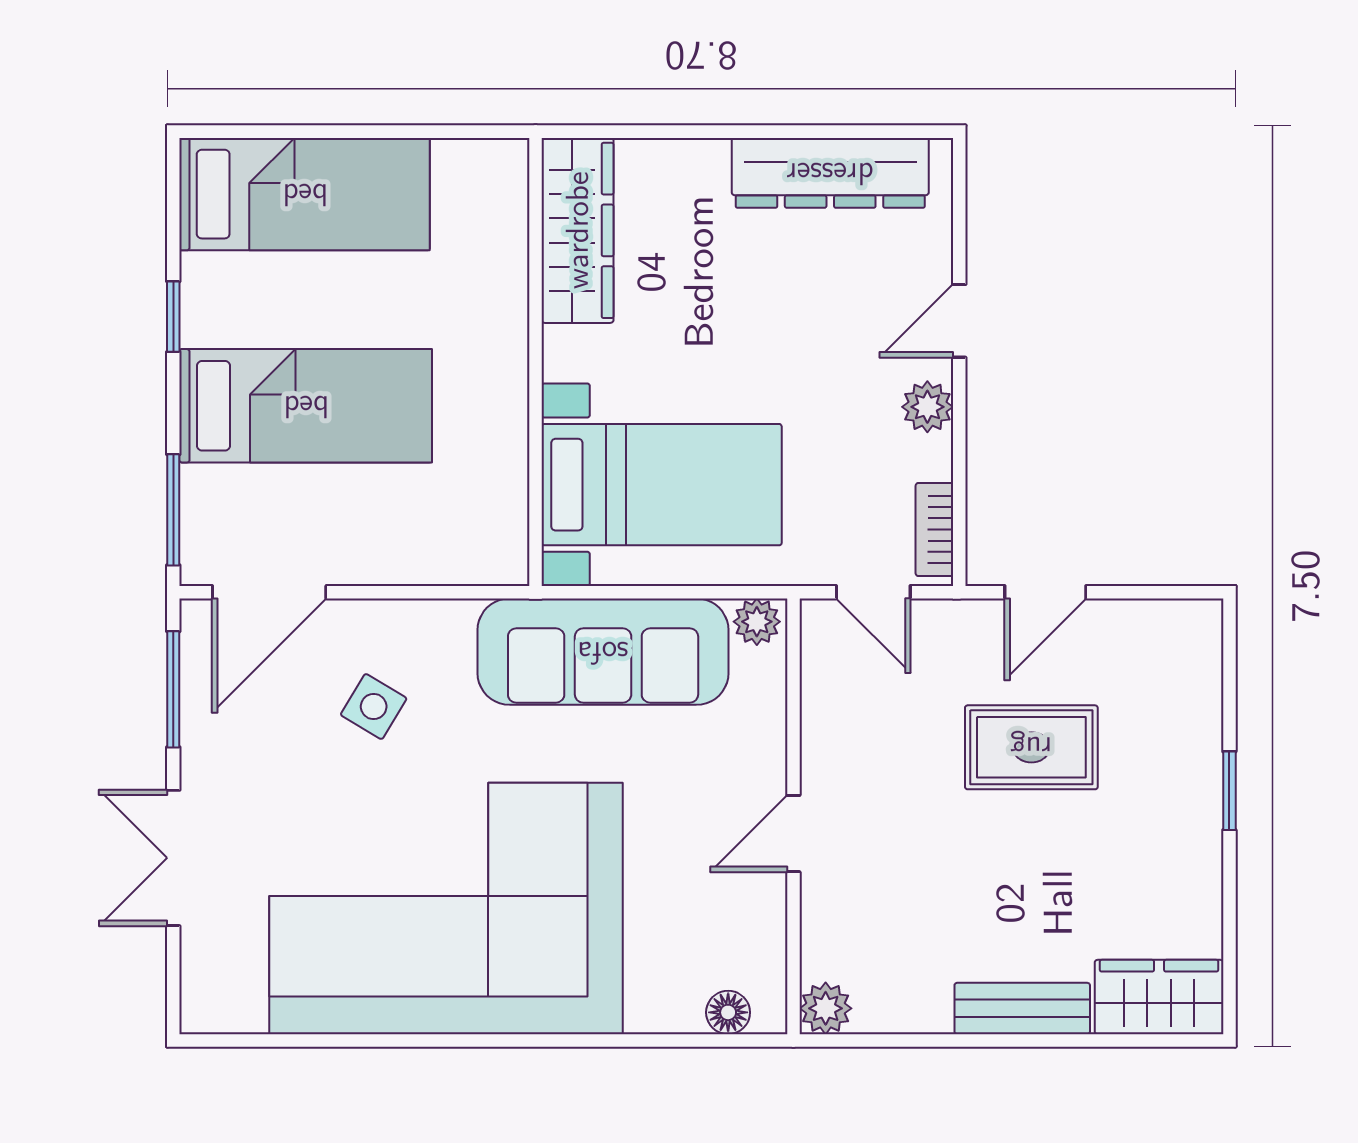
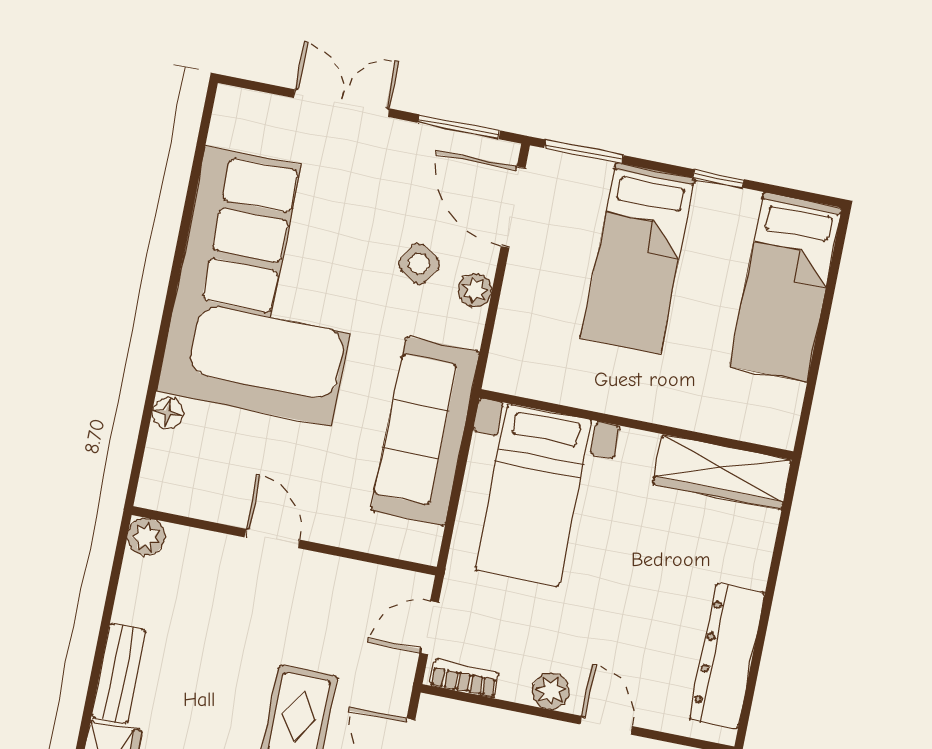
plant: (757, 622) -> (475, 290), moved
floor lamp: (728, 1012) -> (168, 413), moved

